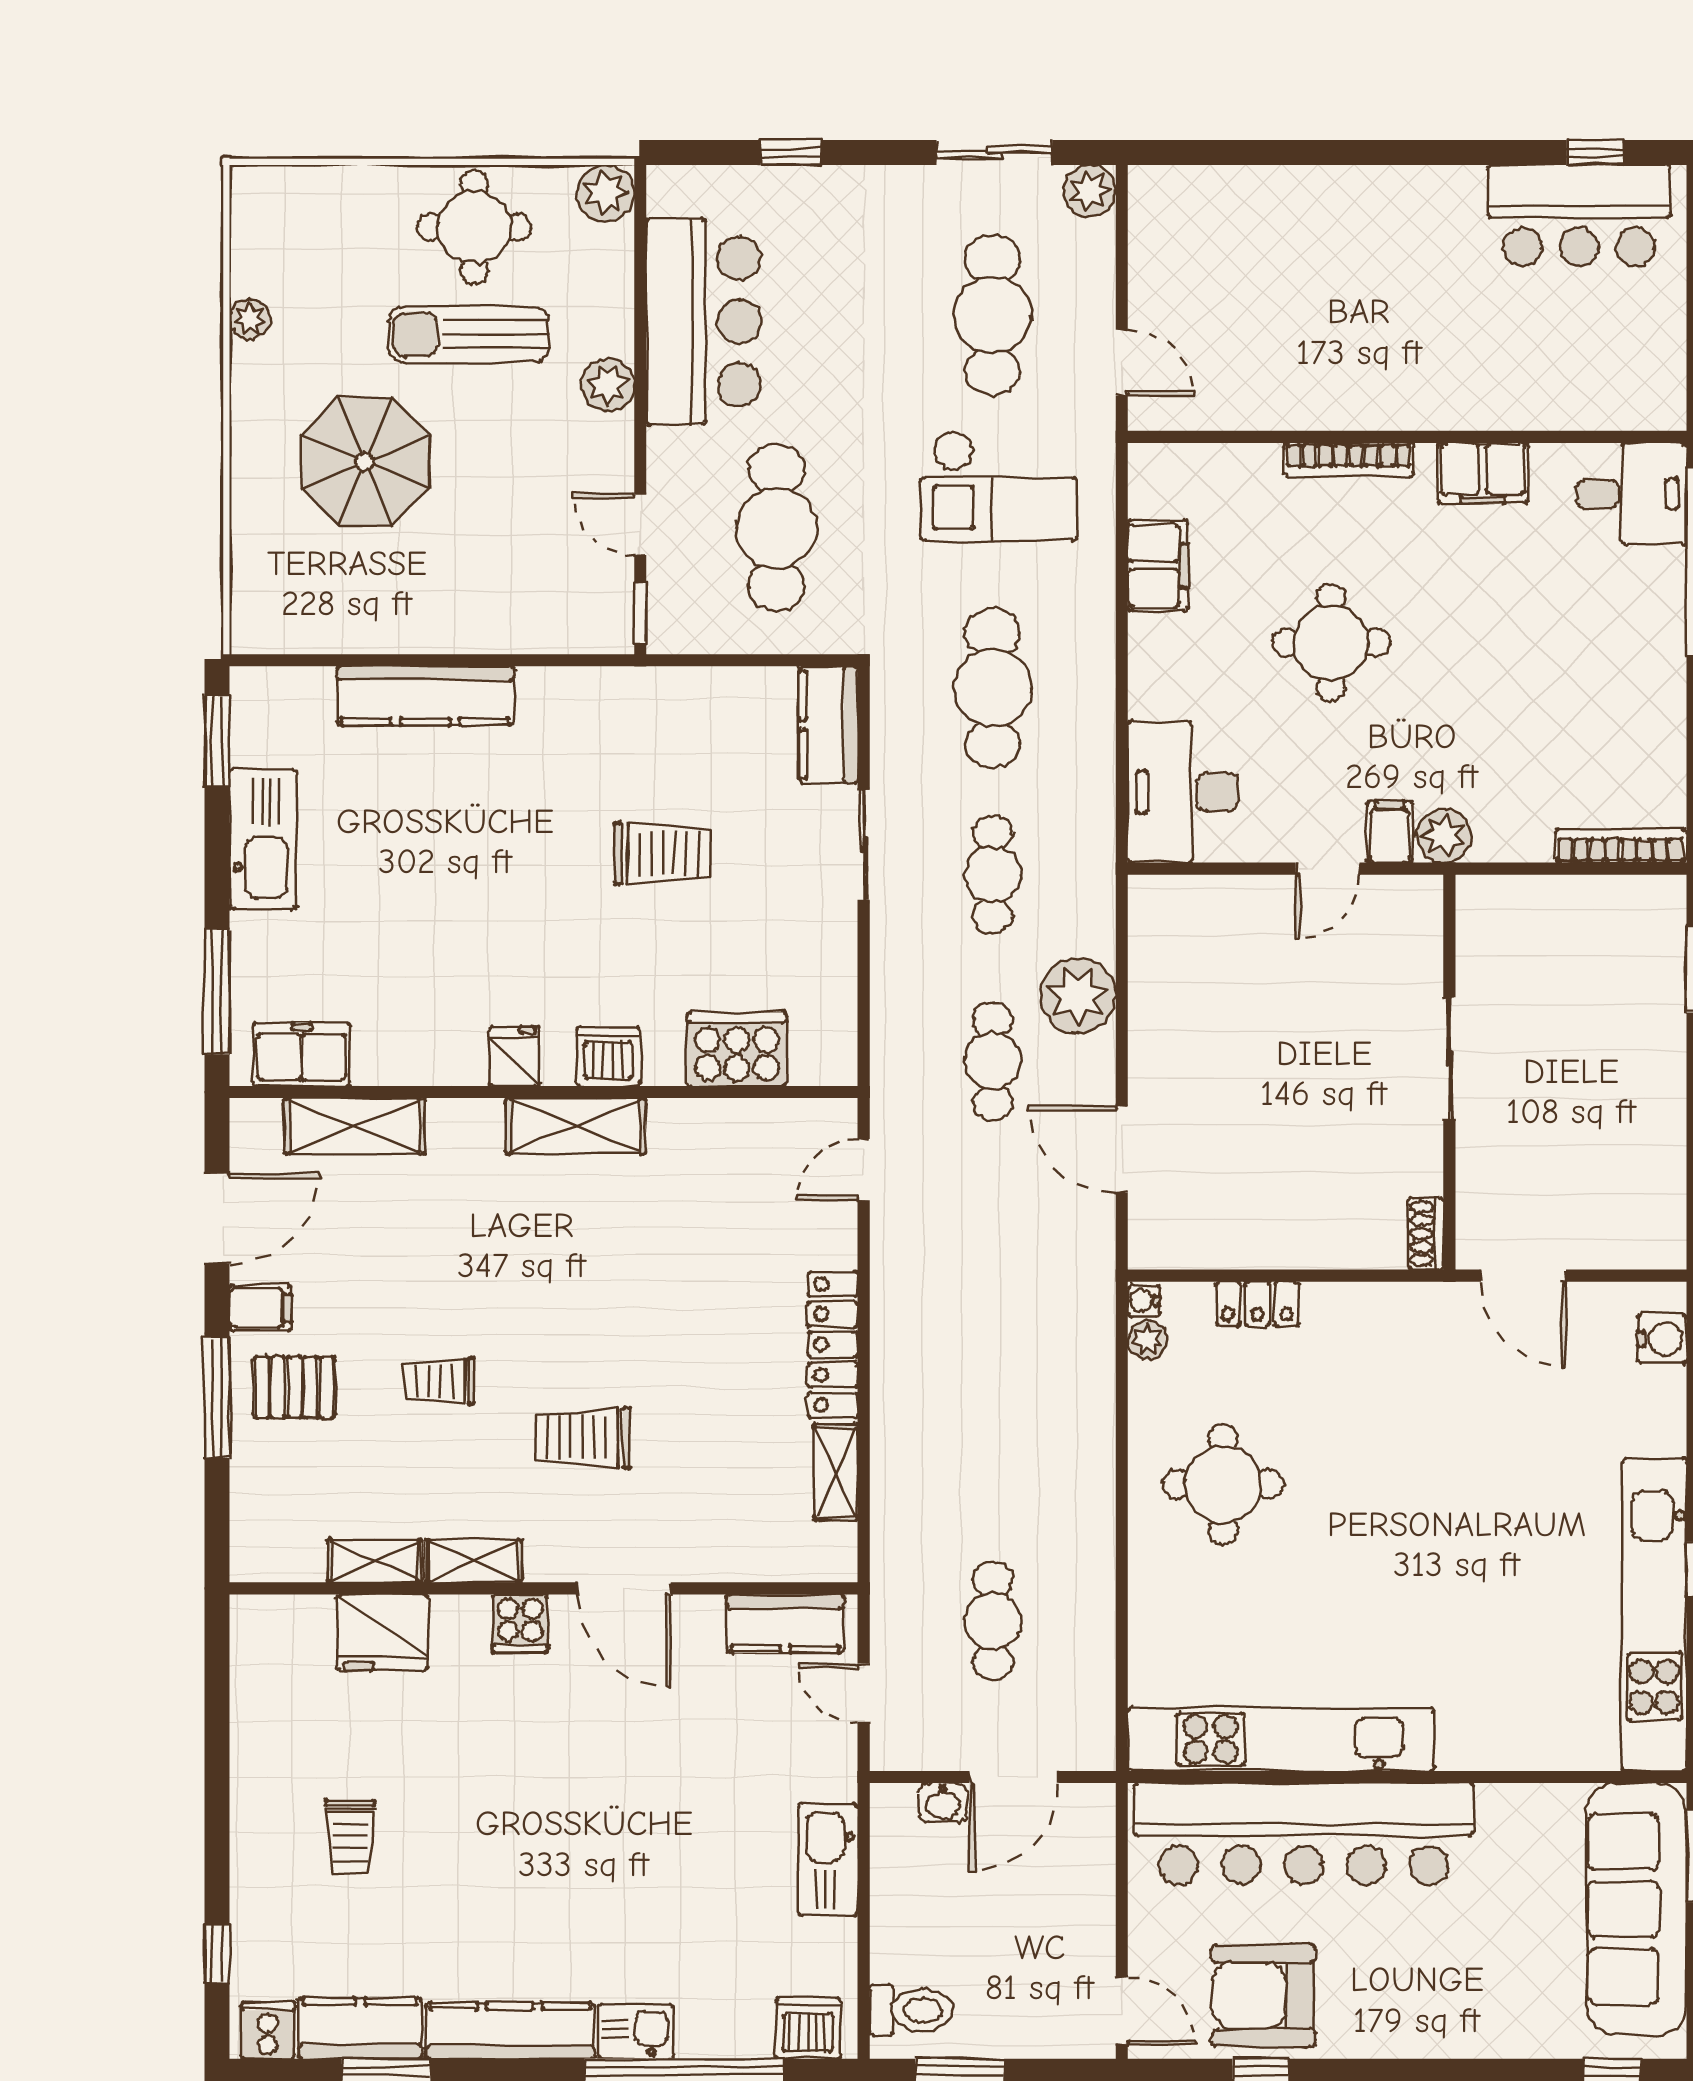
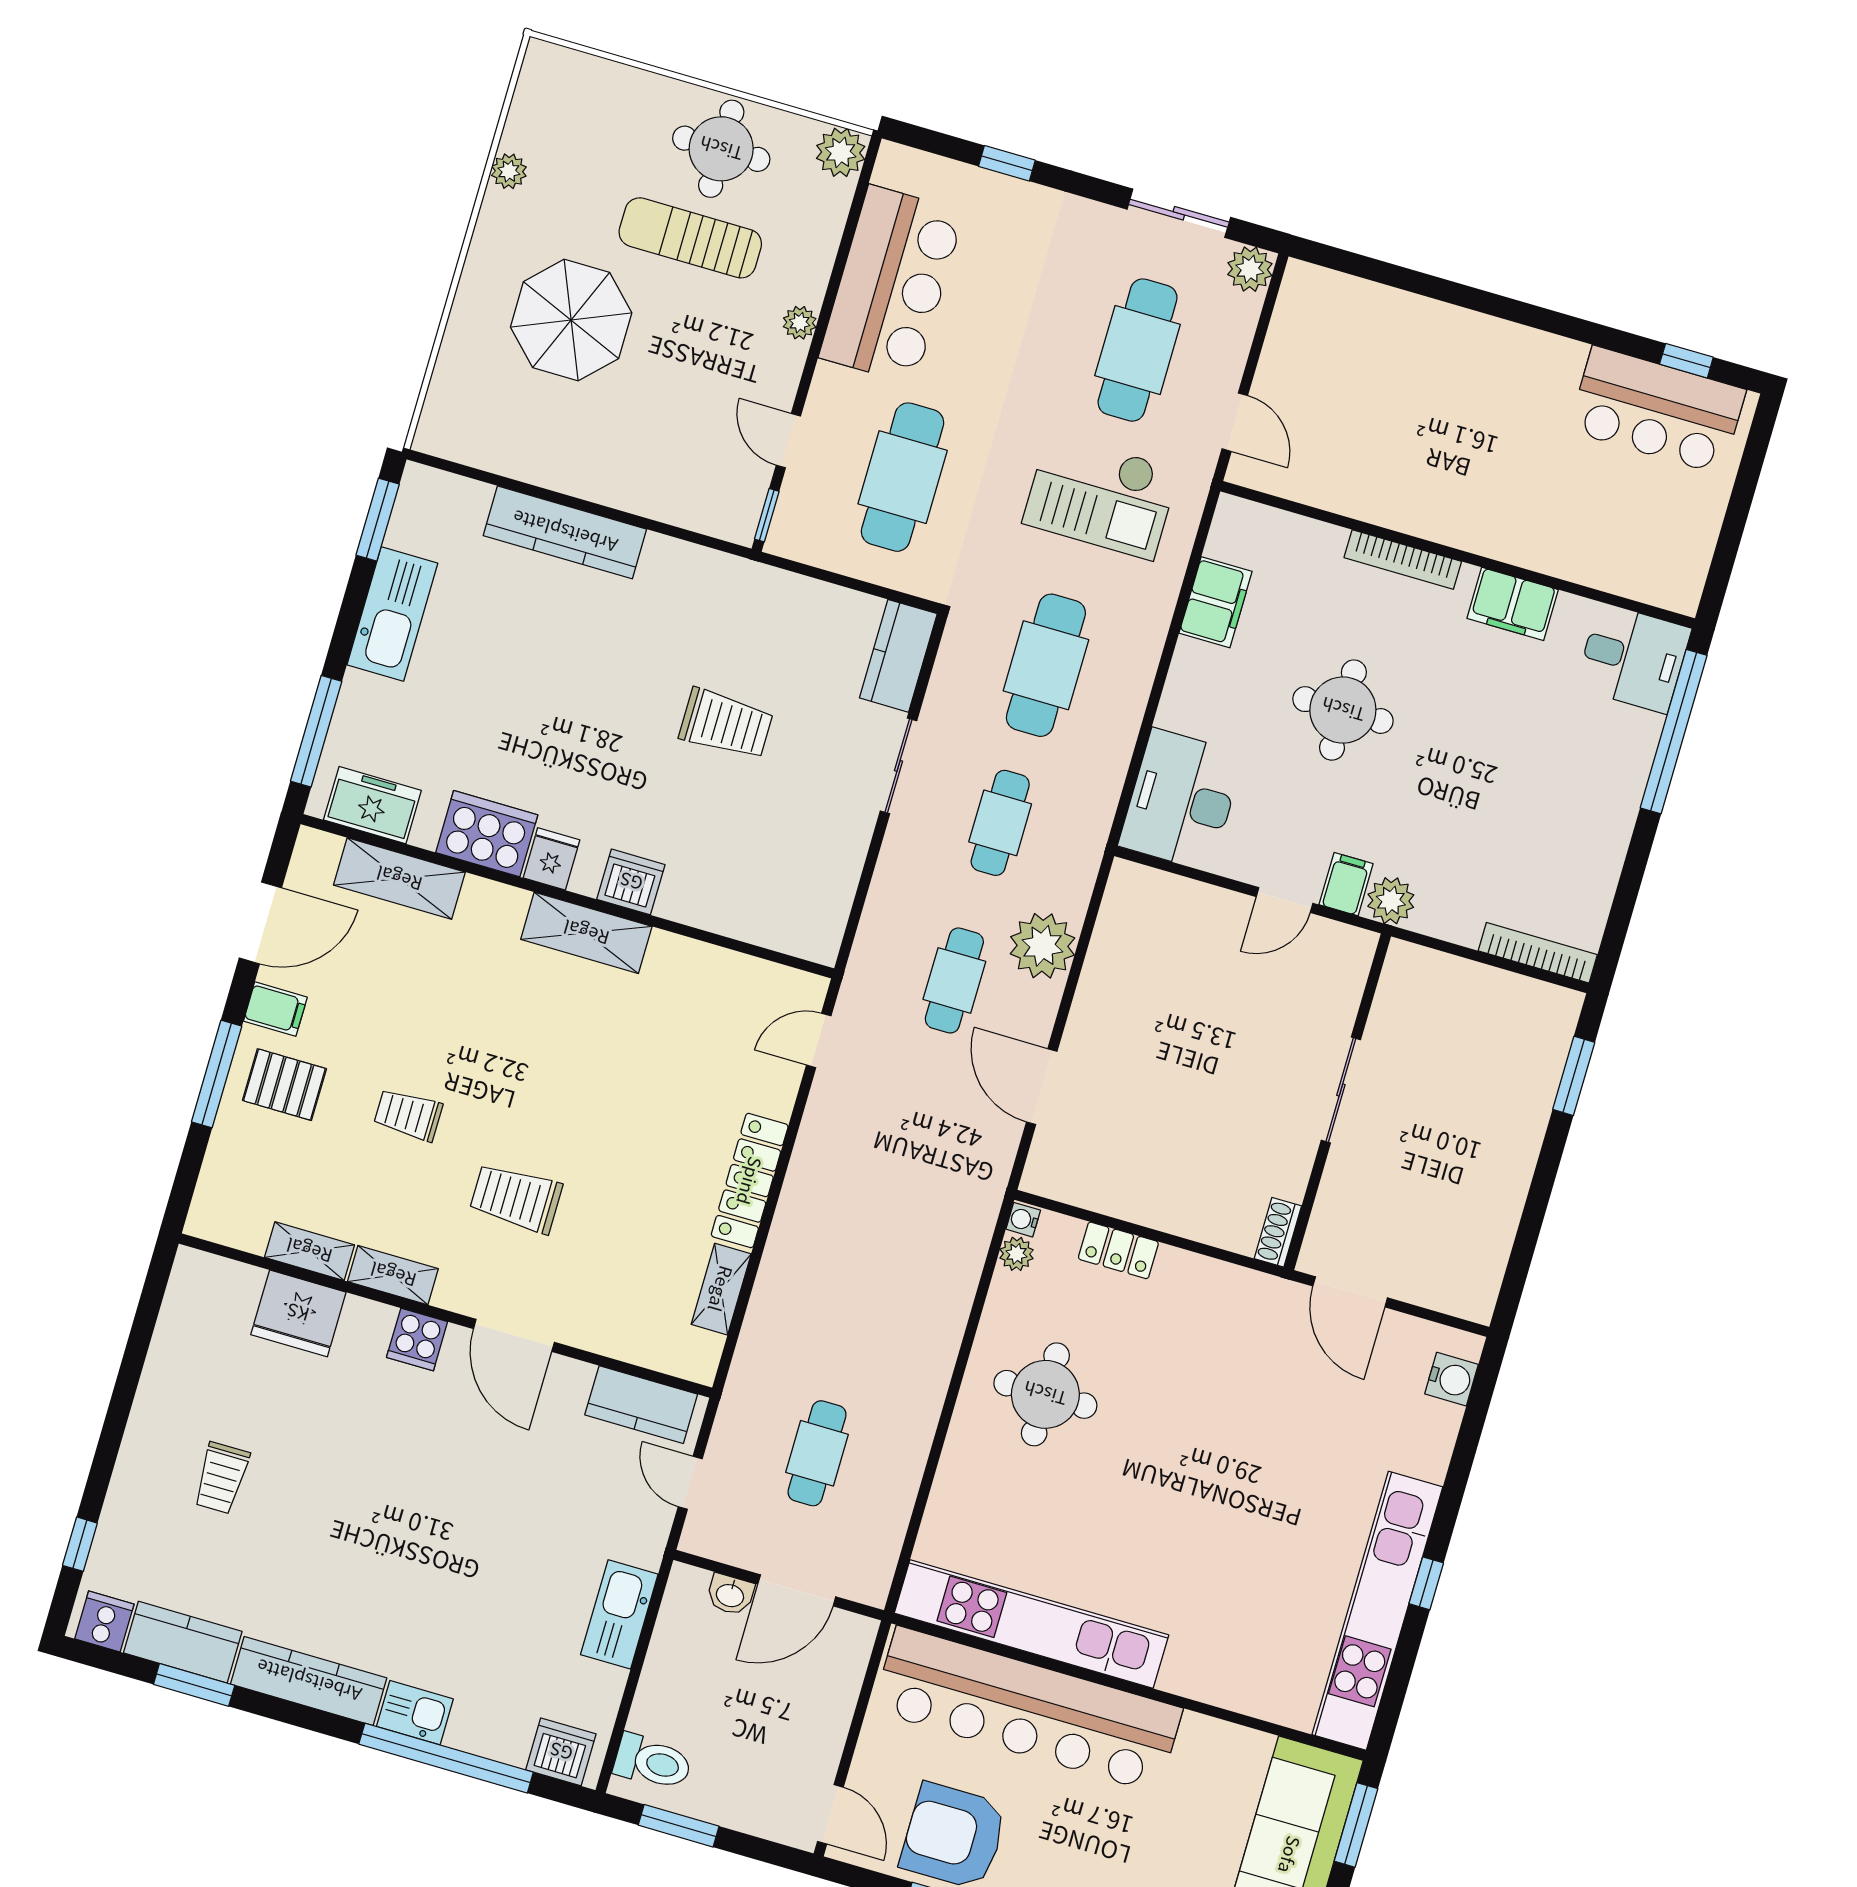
plant: (608, 385) -> (800, 323), width x0.73, depth x0.73
cooker: (737, 1049) -> (487, 834), moved

